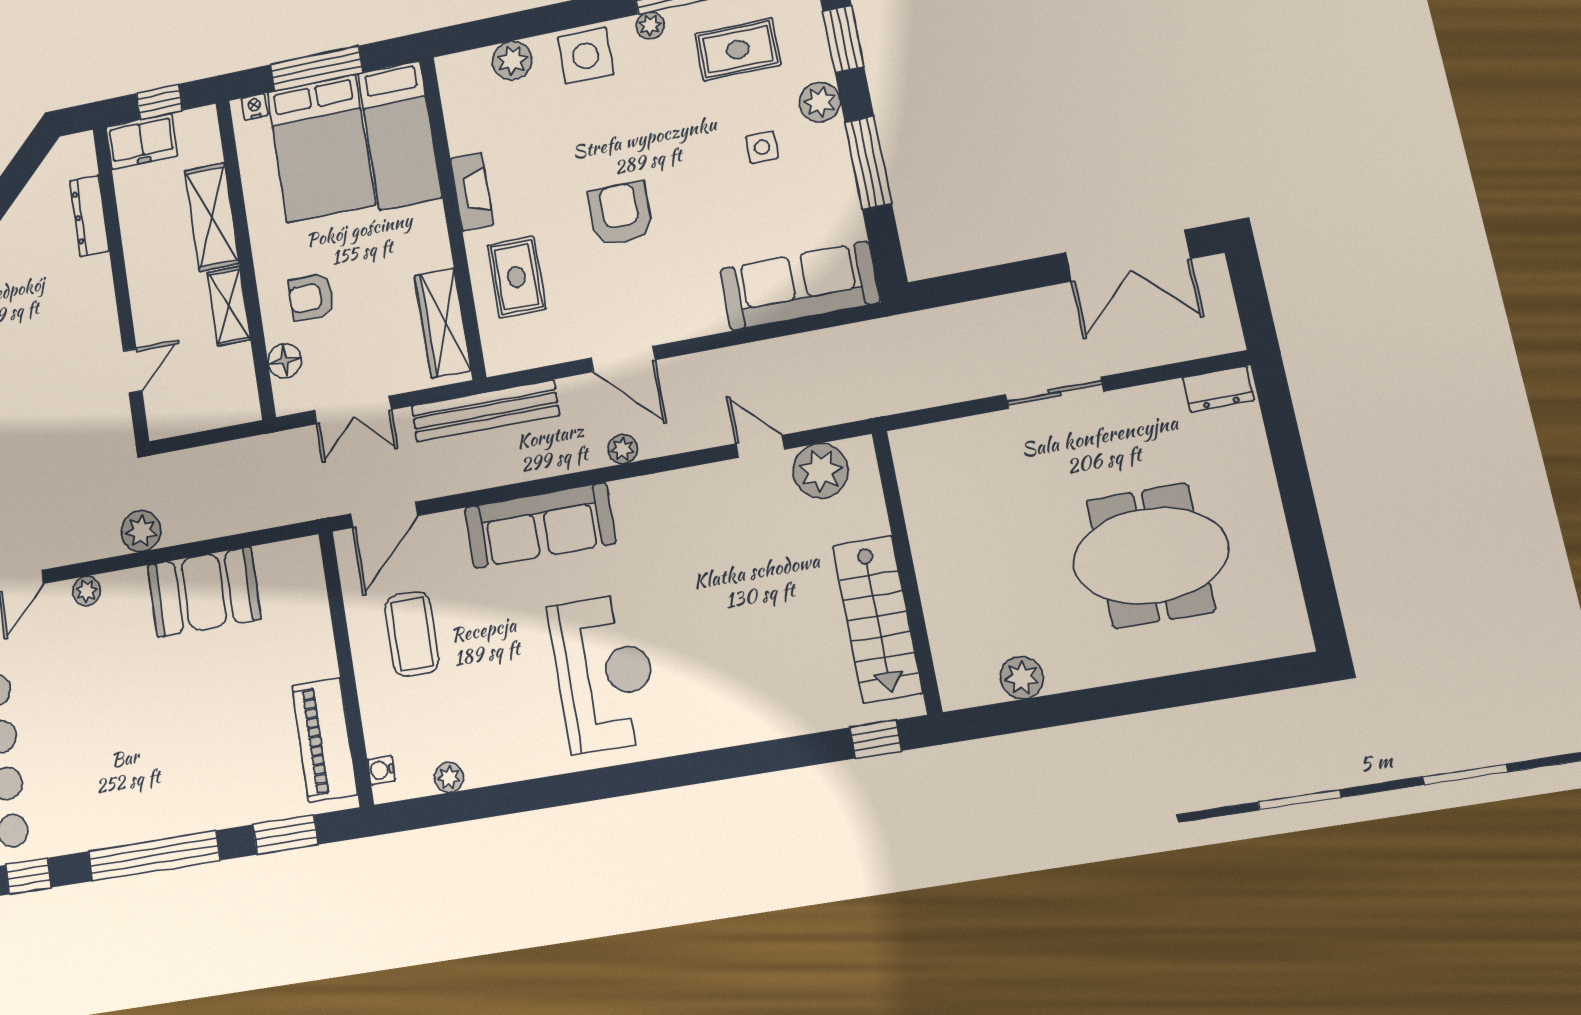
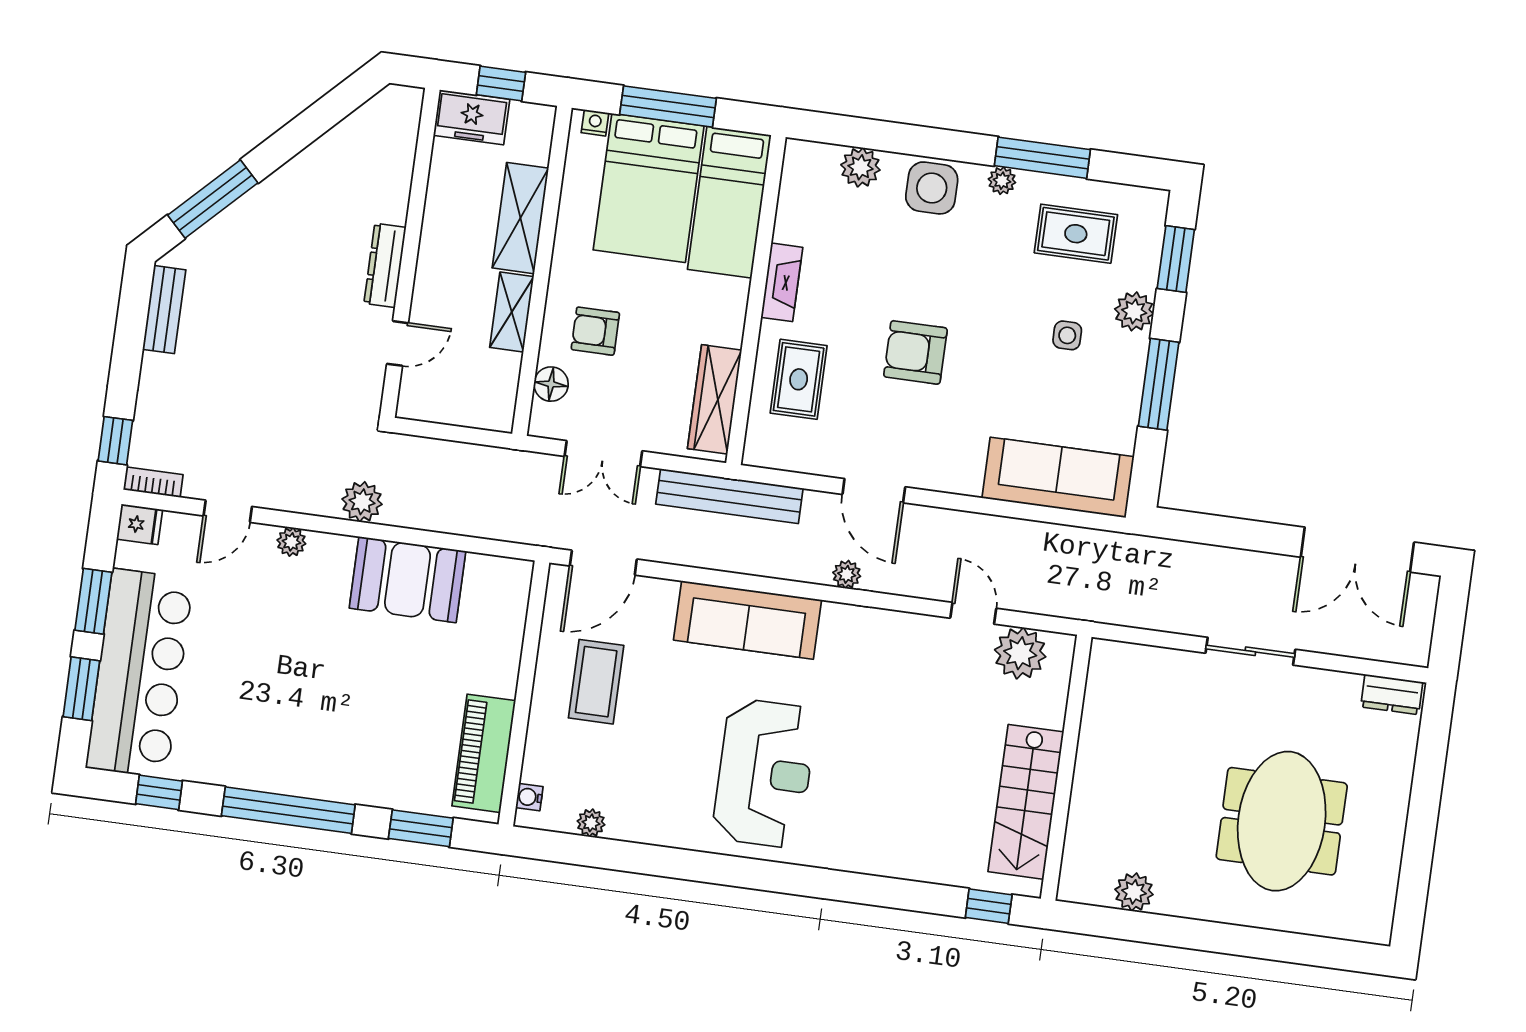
armchair: (620, 214) -> (915, 352), turned -90
dresser: (89, 216) -> (385, 265), moved
meeting table: (1151, 556) -> (1282, 821), turned 90

